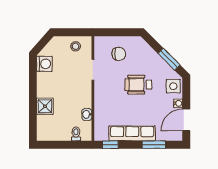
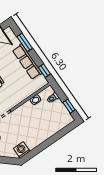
shower: (45, 106) -> (49, 130), removed
window: (56, 145) -> (69, 106), added

